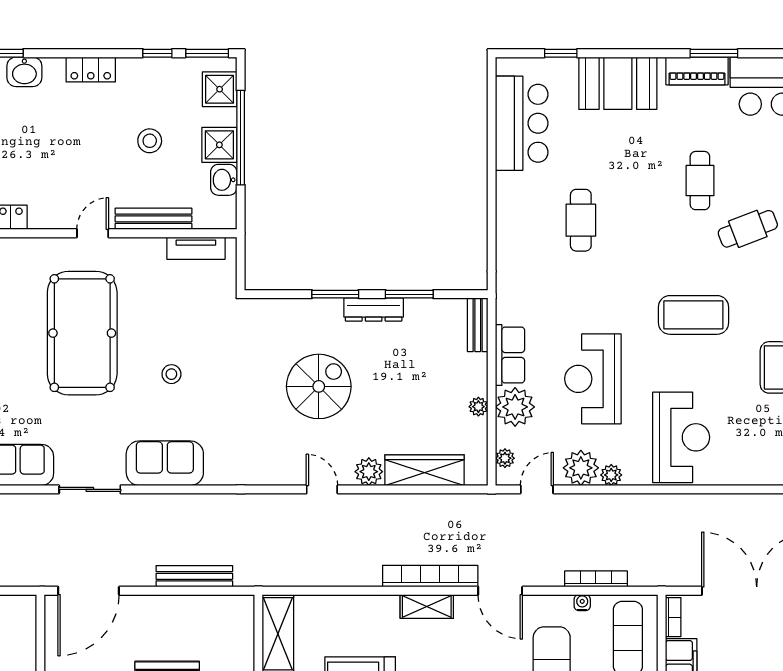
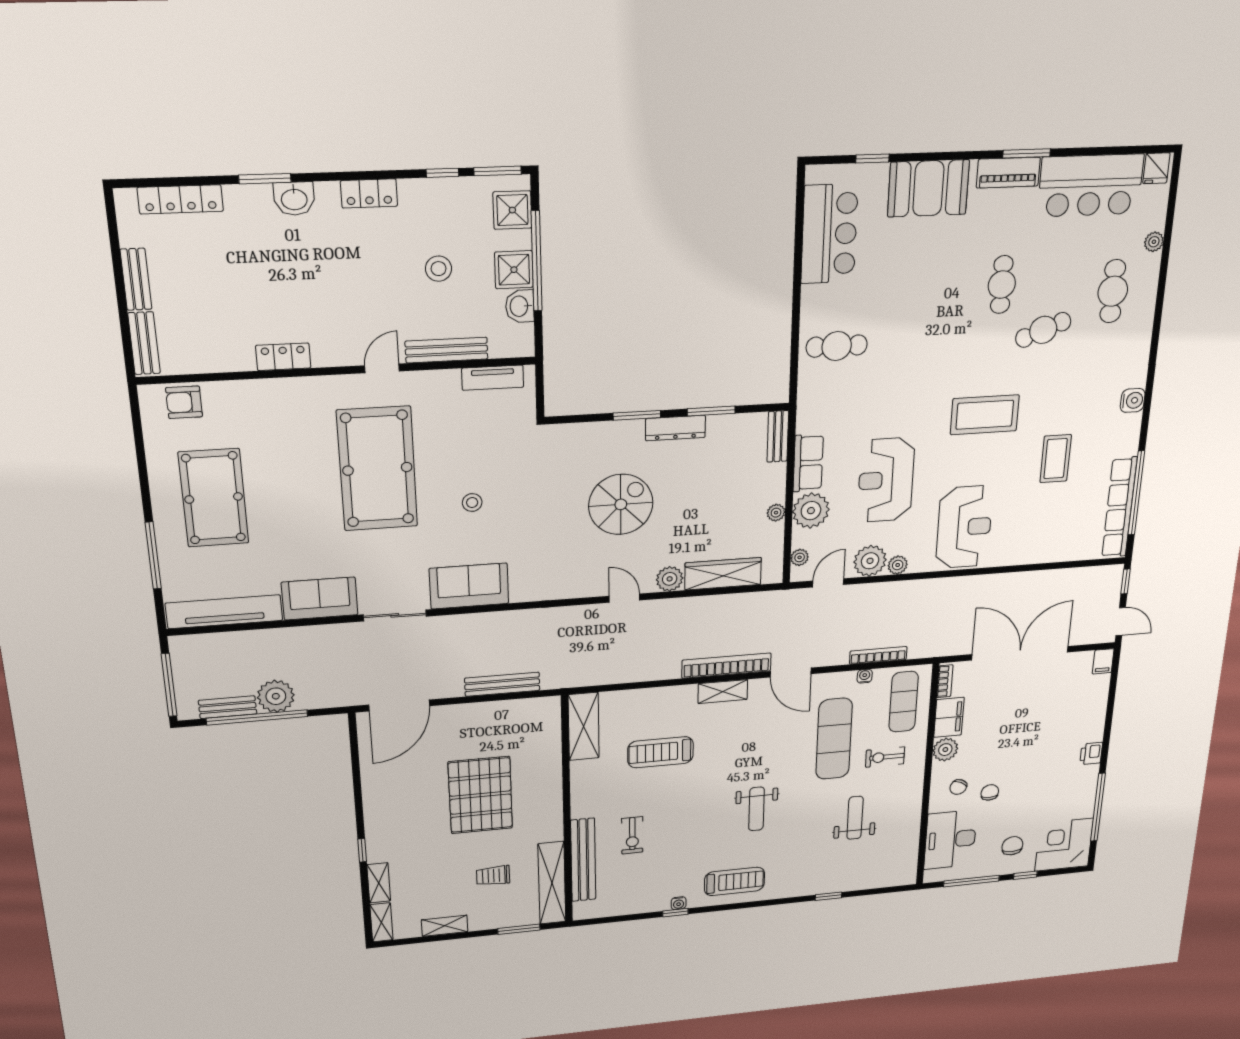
cafe table: (581, 220) -> (837, 346), moved, turned 90

